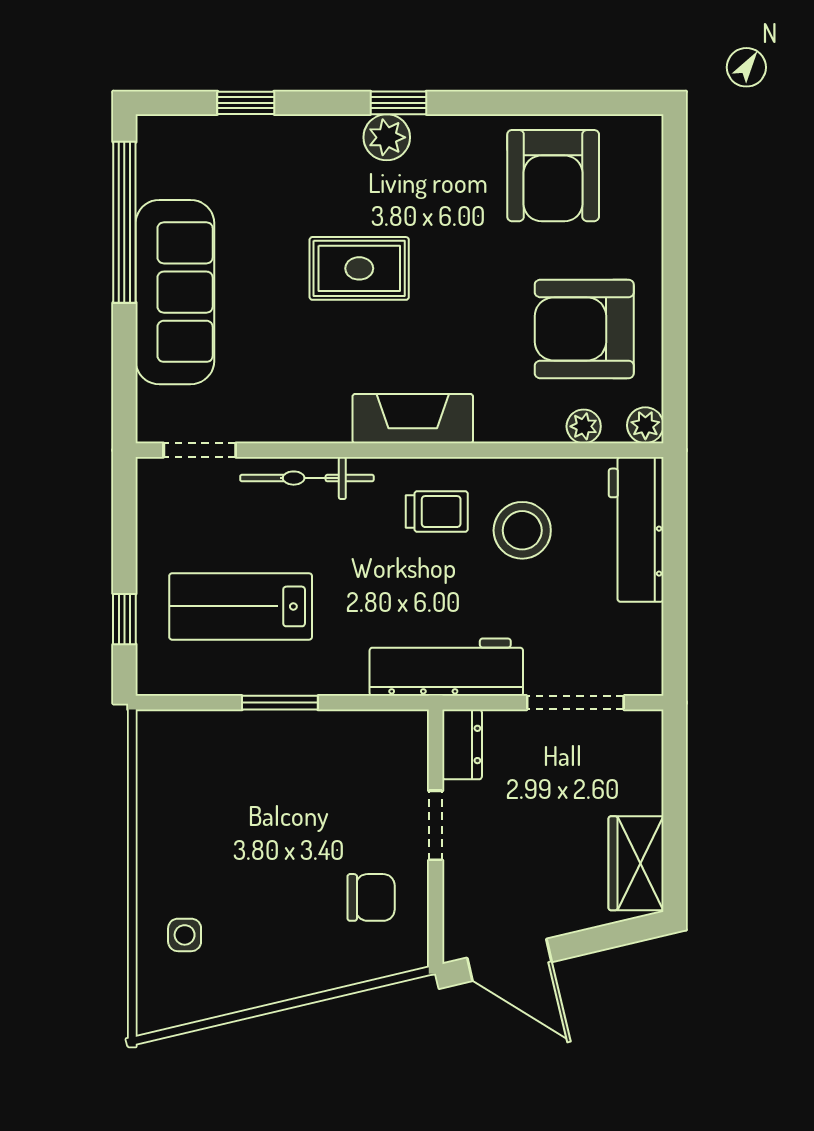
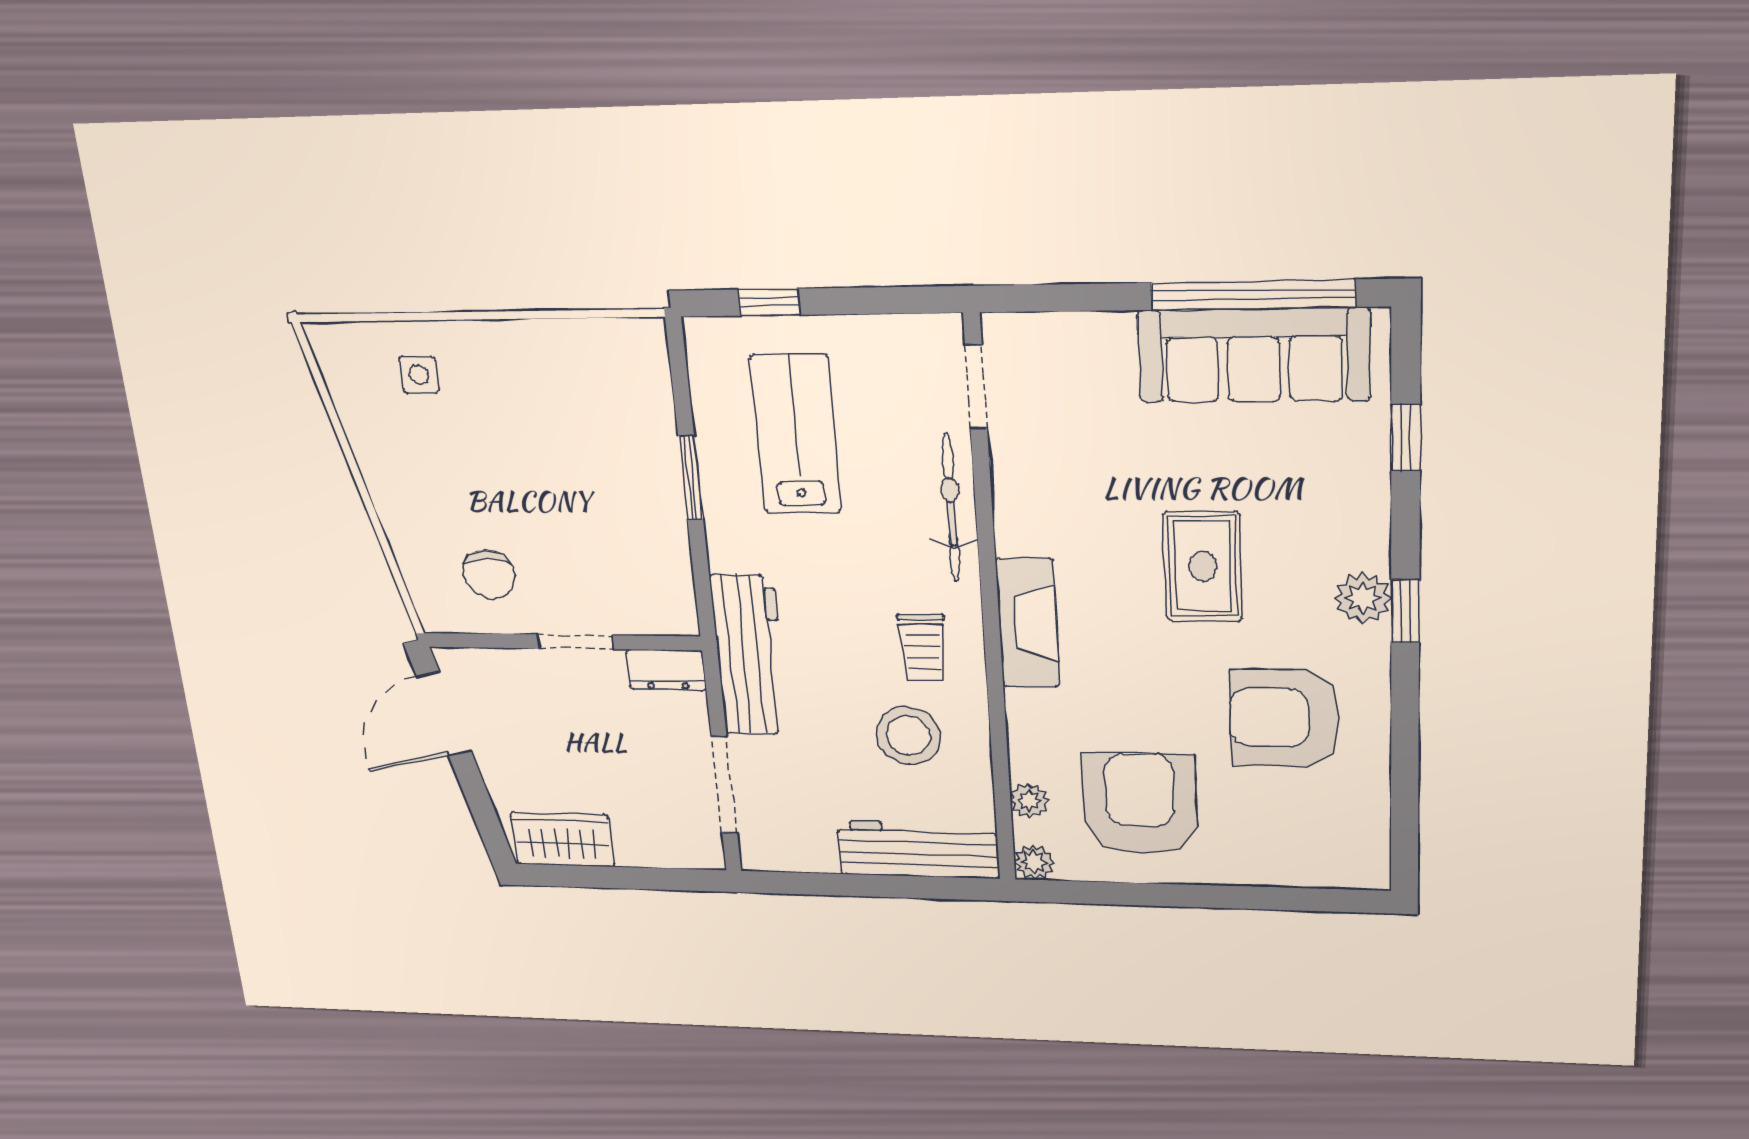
armchair: (553, 176) -> (1285, 718), moved
sofa: (175, 292) -> (1254, 355), moved

